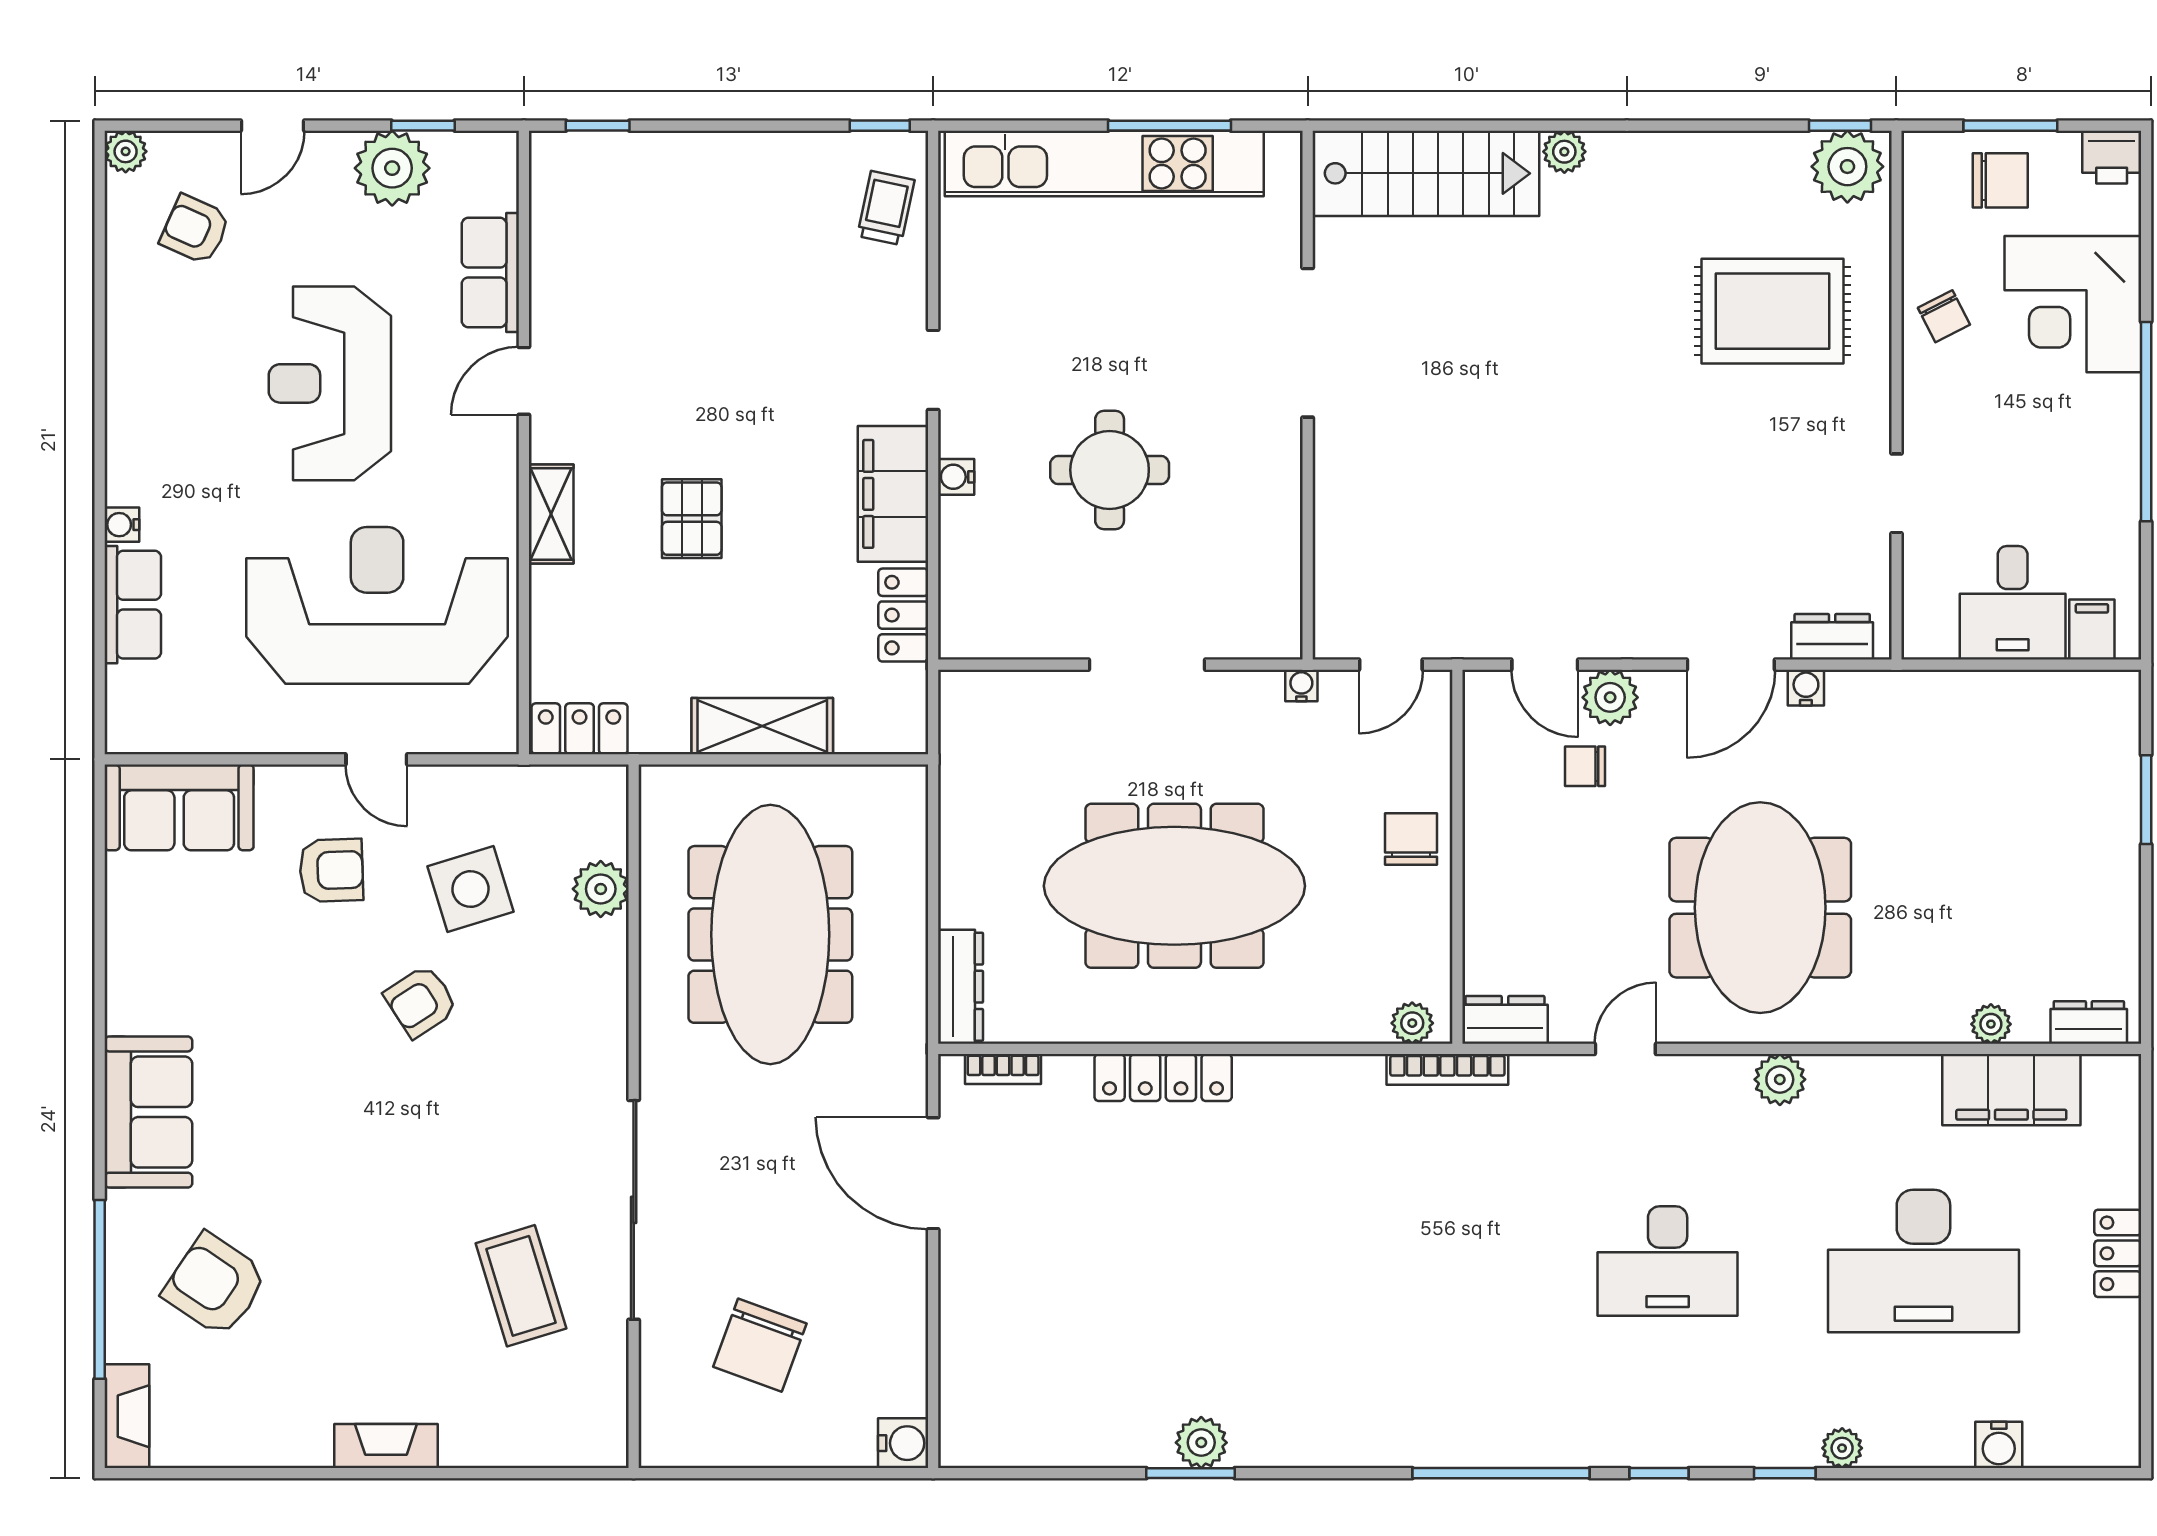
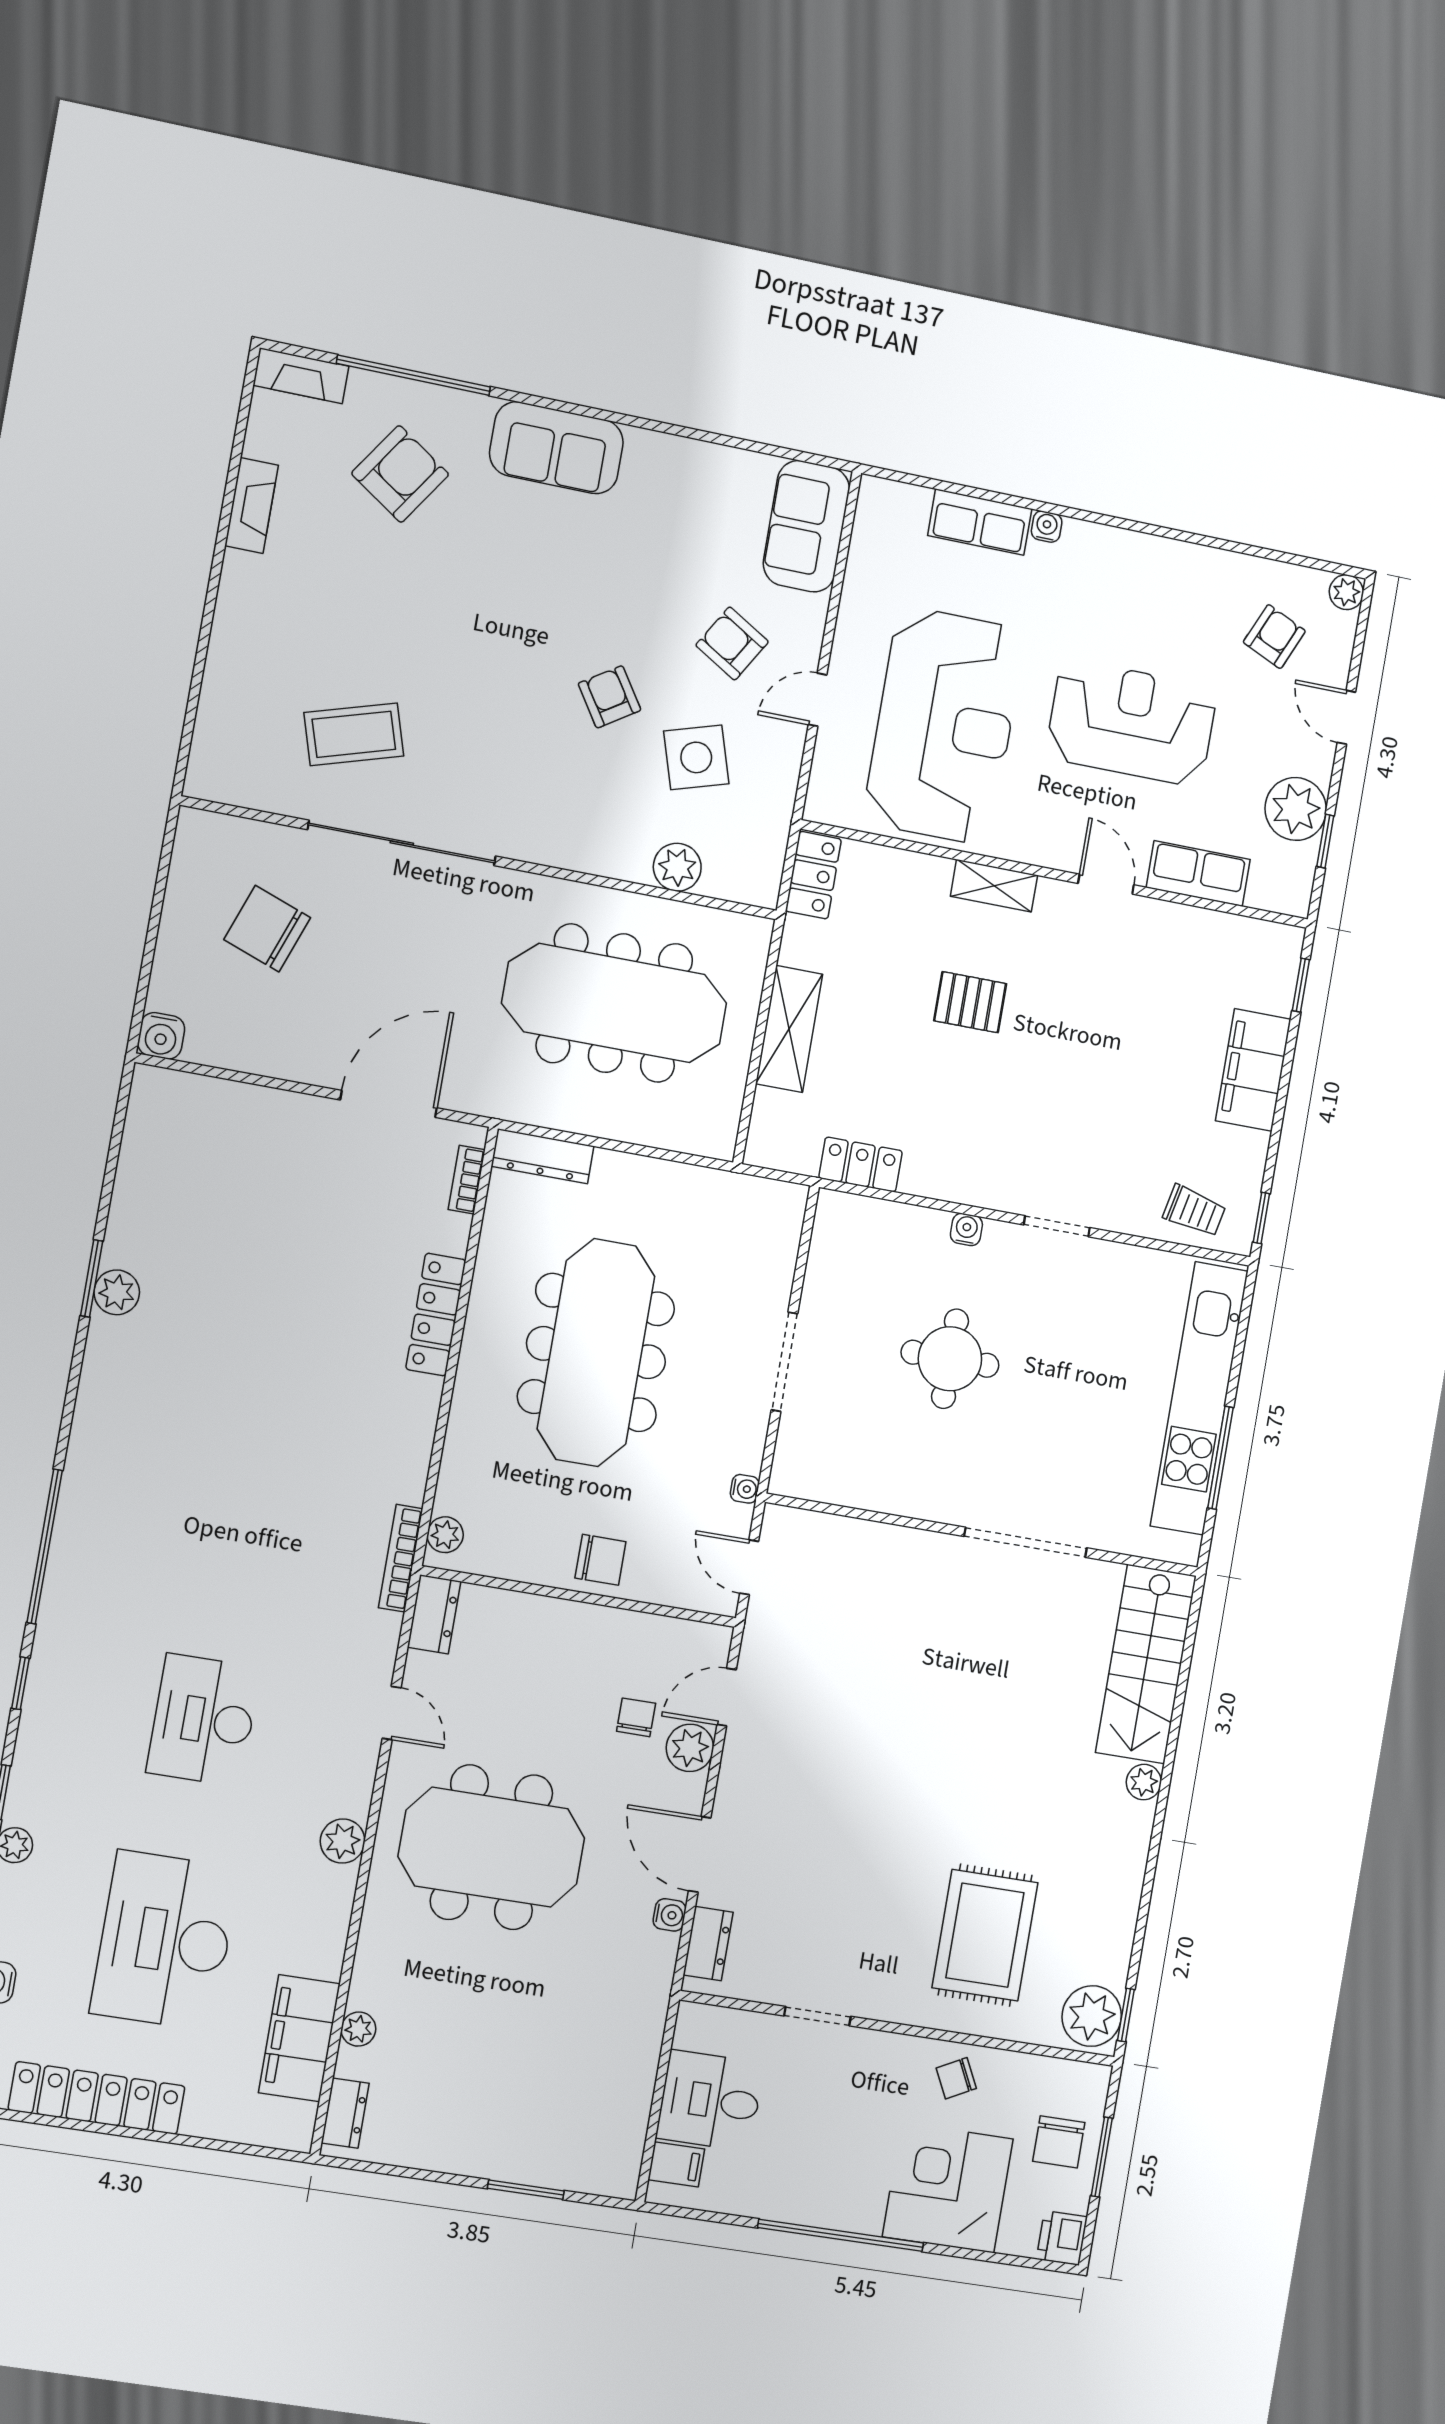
filing cabinet: (893, 494) -> (1253, 1070), moved, turned -90
armchair: (331, 870) -> (732, 643), turned 123
locker: (2118, 1253) -> (97, 2098), width x2.16, depth x1.21
fireplace: (386, 1446) -> (252, 505), moved

